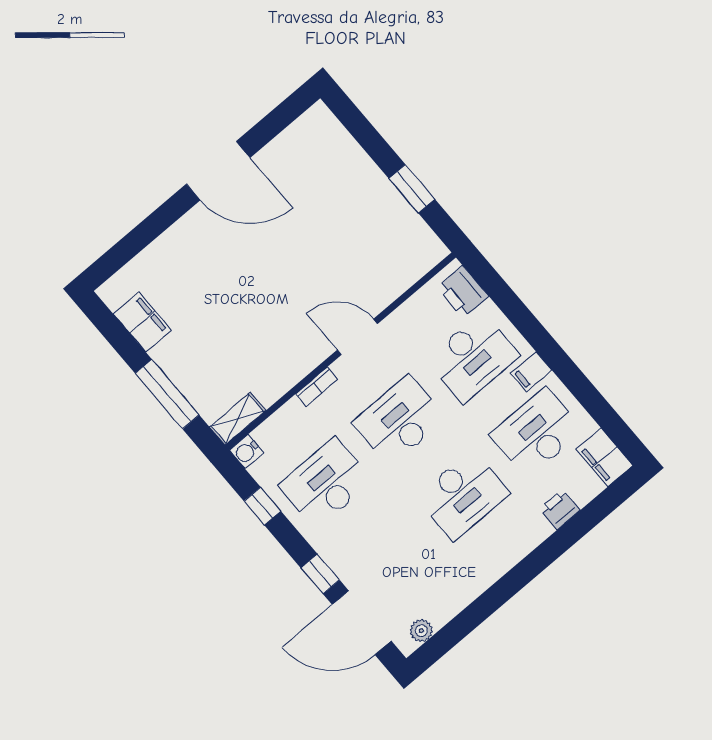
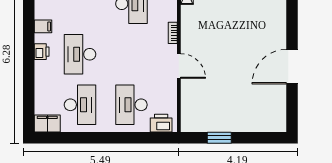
door: (357, 337) -> (179, 66), hinge flipped
filing cabinet: (531, 372) -> (43, 26), moved, turned 90
desk: (399, 420) -> (131, 54), removed
printer: (560, 509) -> (42, 52), moved

